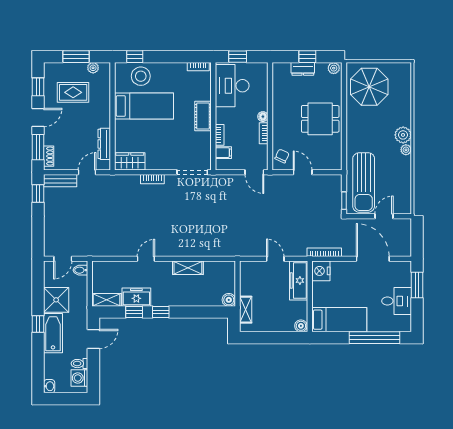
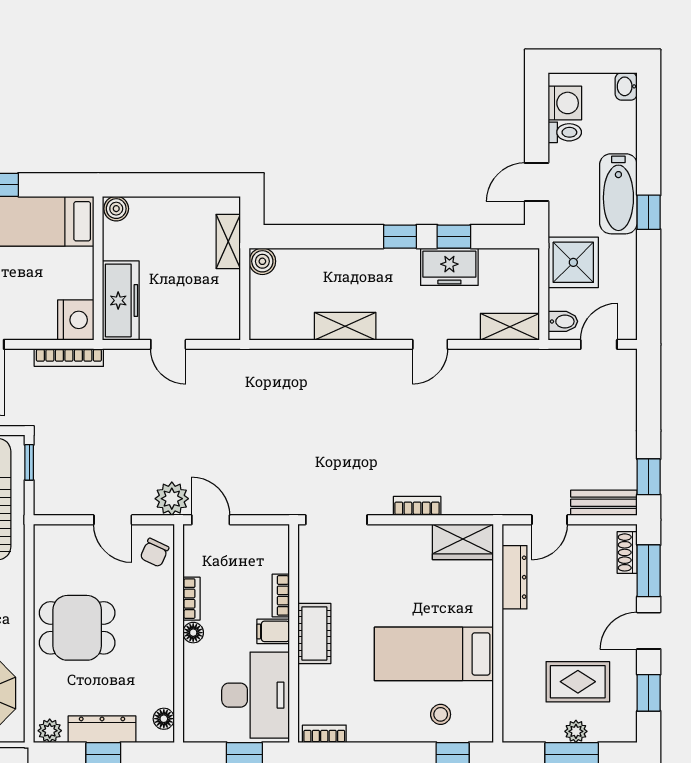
plant: (93, 68) -> (576, 731), moved
dresser: (303, 69) -> (102, 729), width x1.44
floor lamp: (277, 74) -> (164, 719), added
stool: (141, 76) -> (441, 714), width x0.53, depth x0.53
filing cabinet: (223, 153) -> (273, 631), moved
plant: (273, 183) -> (172, 499), added
shower: (56, 300) -> (573, 262), moved
shelving: (107, 300) -> (510, 327), moved

